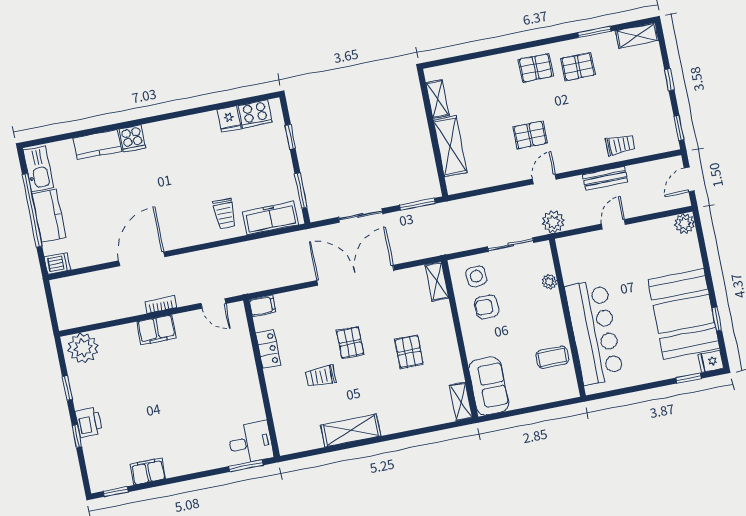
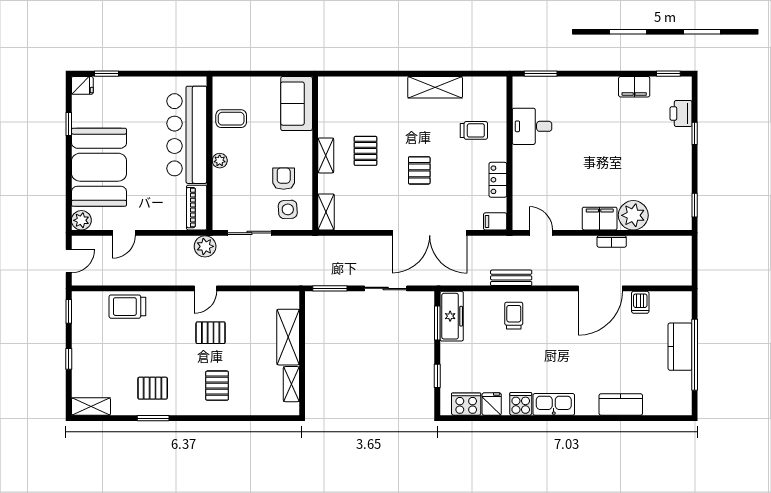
window: (594, 32) -> (153, 418), moved
pallet: (536, 68) -> (217, 386), moved, turned 90
cooker: (132, 138) -> (521, 404), moved
trolley: (620, 145) -> (127, 307), width x1.36, depth x1.39
kitchen sink: (38, 169) -> (554, 404), moved, turned 90
bench: (605, 178) -> (511, 278), moved
freezer: (270, 218) -> (452, 316), moved, turned -90
door: (613, 224) -> (124, 233), moved
piano: (570, 260) -> (197, 208), added
dishwasher: (57, 263) -> (640, 302), moved, turned -90
double door: (355, 275) -> (430, 233), moved
plant: (550, 282) -> (220, 161), moved
bookcase: (161, 305) -> (612, 241), moved
armchair: (487, 307) -> (284, 179), turned -90
booth: (684, 314) -> (99, 167), moved
plant: (83, 348) -> (633, 215), moved
trolley: (321, 376) -> (474, 130), moved
window: (67, 388) -> (695, 205), moved
shelving: (461, 402) -> (326, 155), moved
printer: (89, 422) -> (681, 114), moved
desk: (250, 443) -> (532, 126), moved

